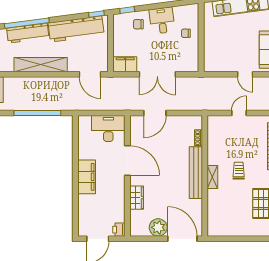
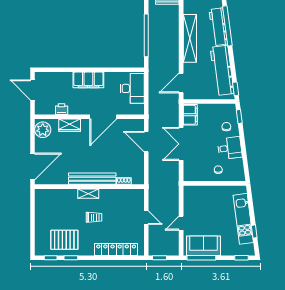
desk: (108, 128) -> (132, 88), moved
plant: (158, 227) -> (43, 130), moved
printer: (119, 230) -> (62, 109), moved

